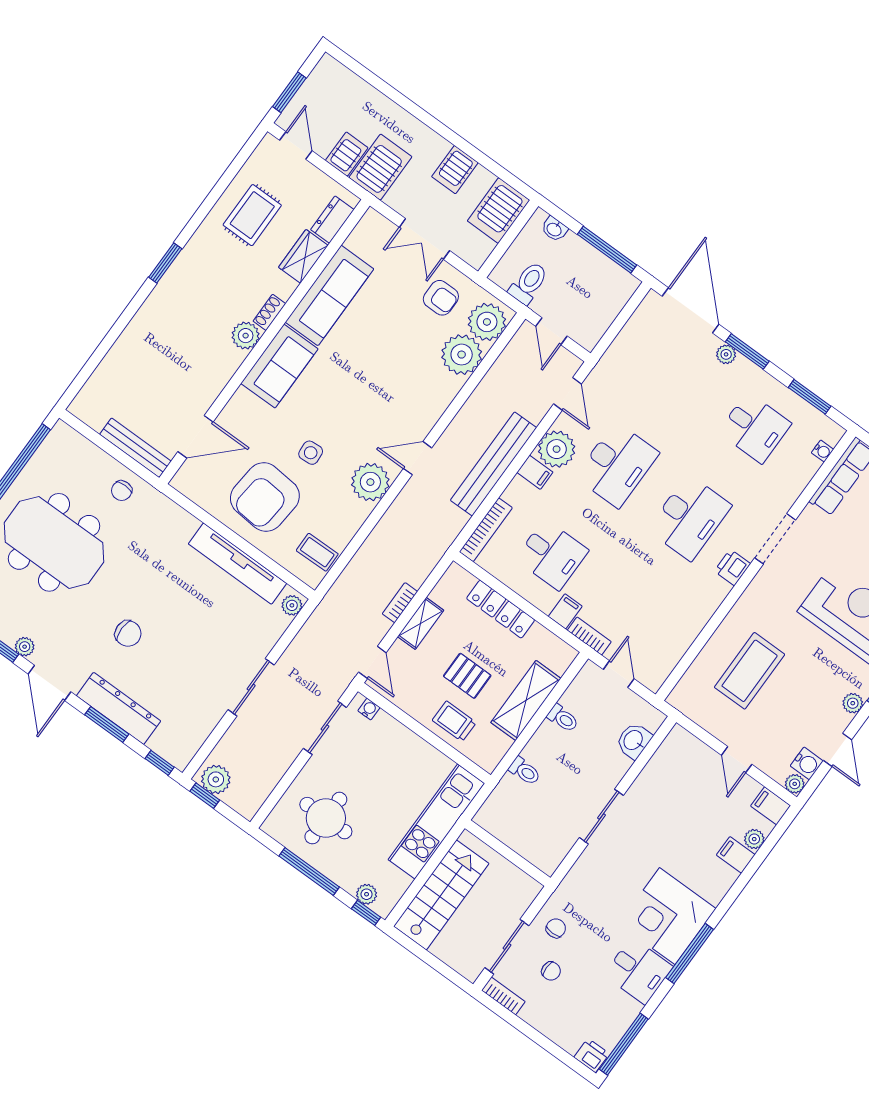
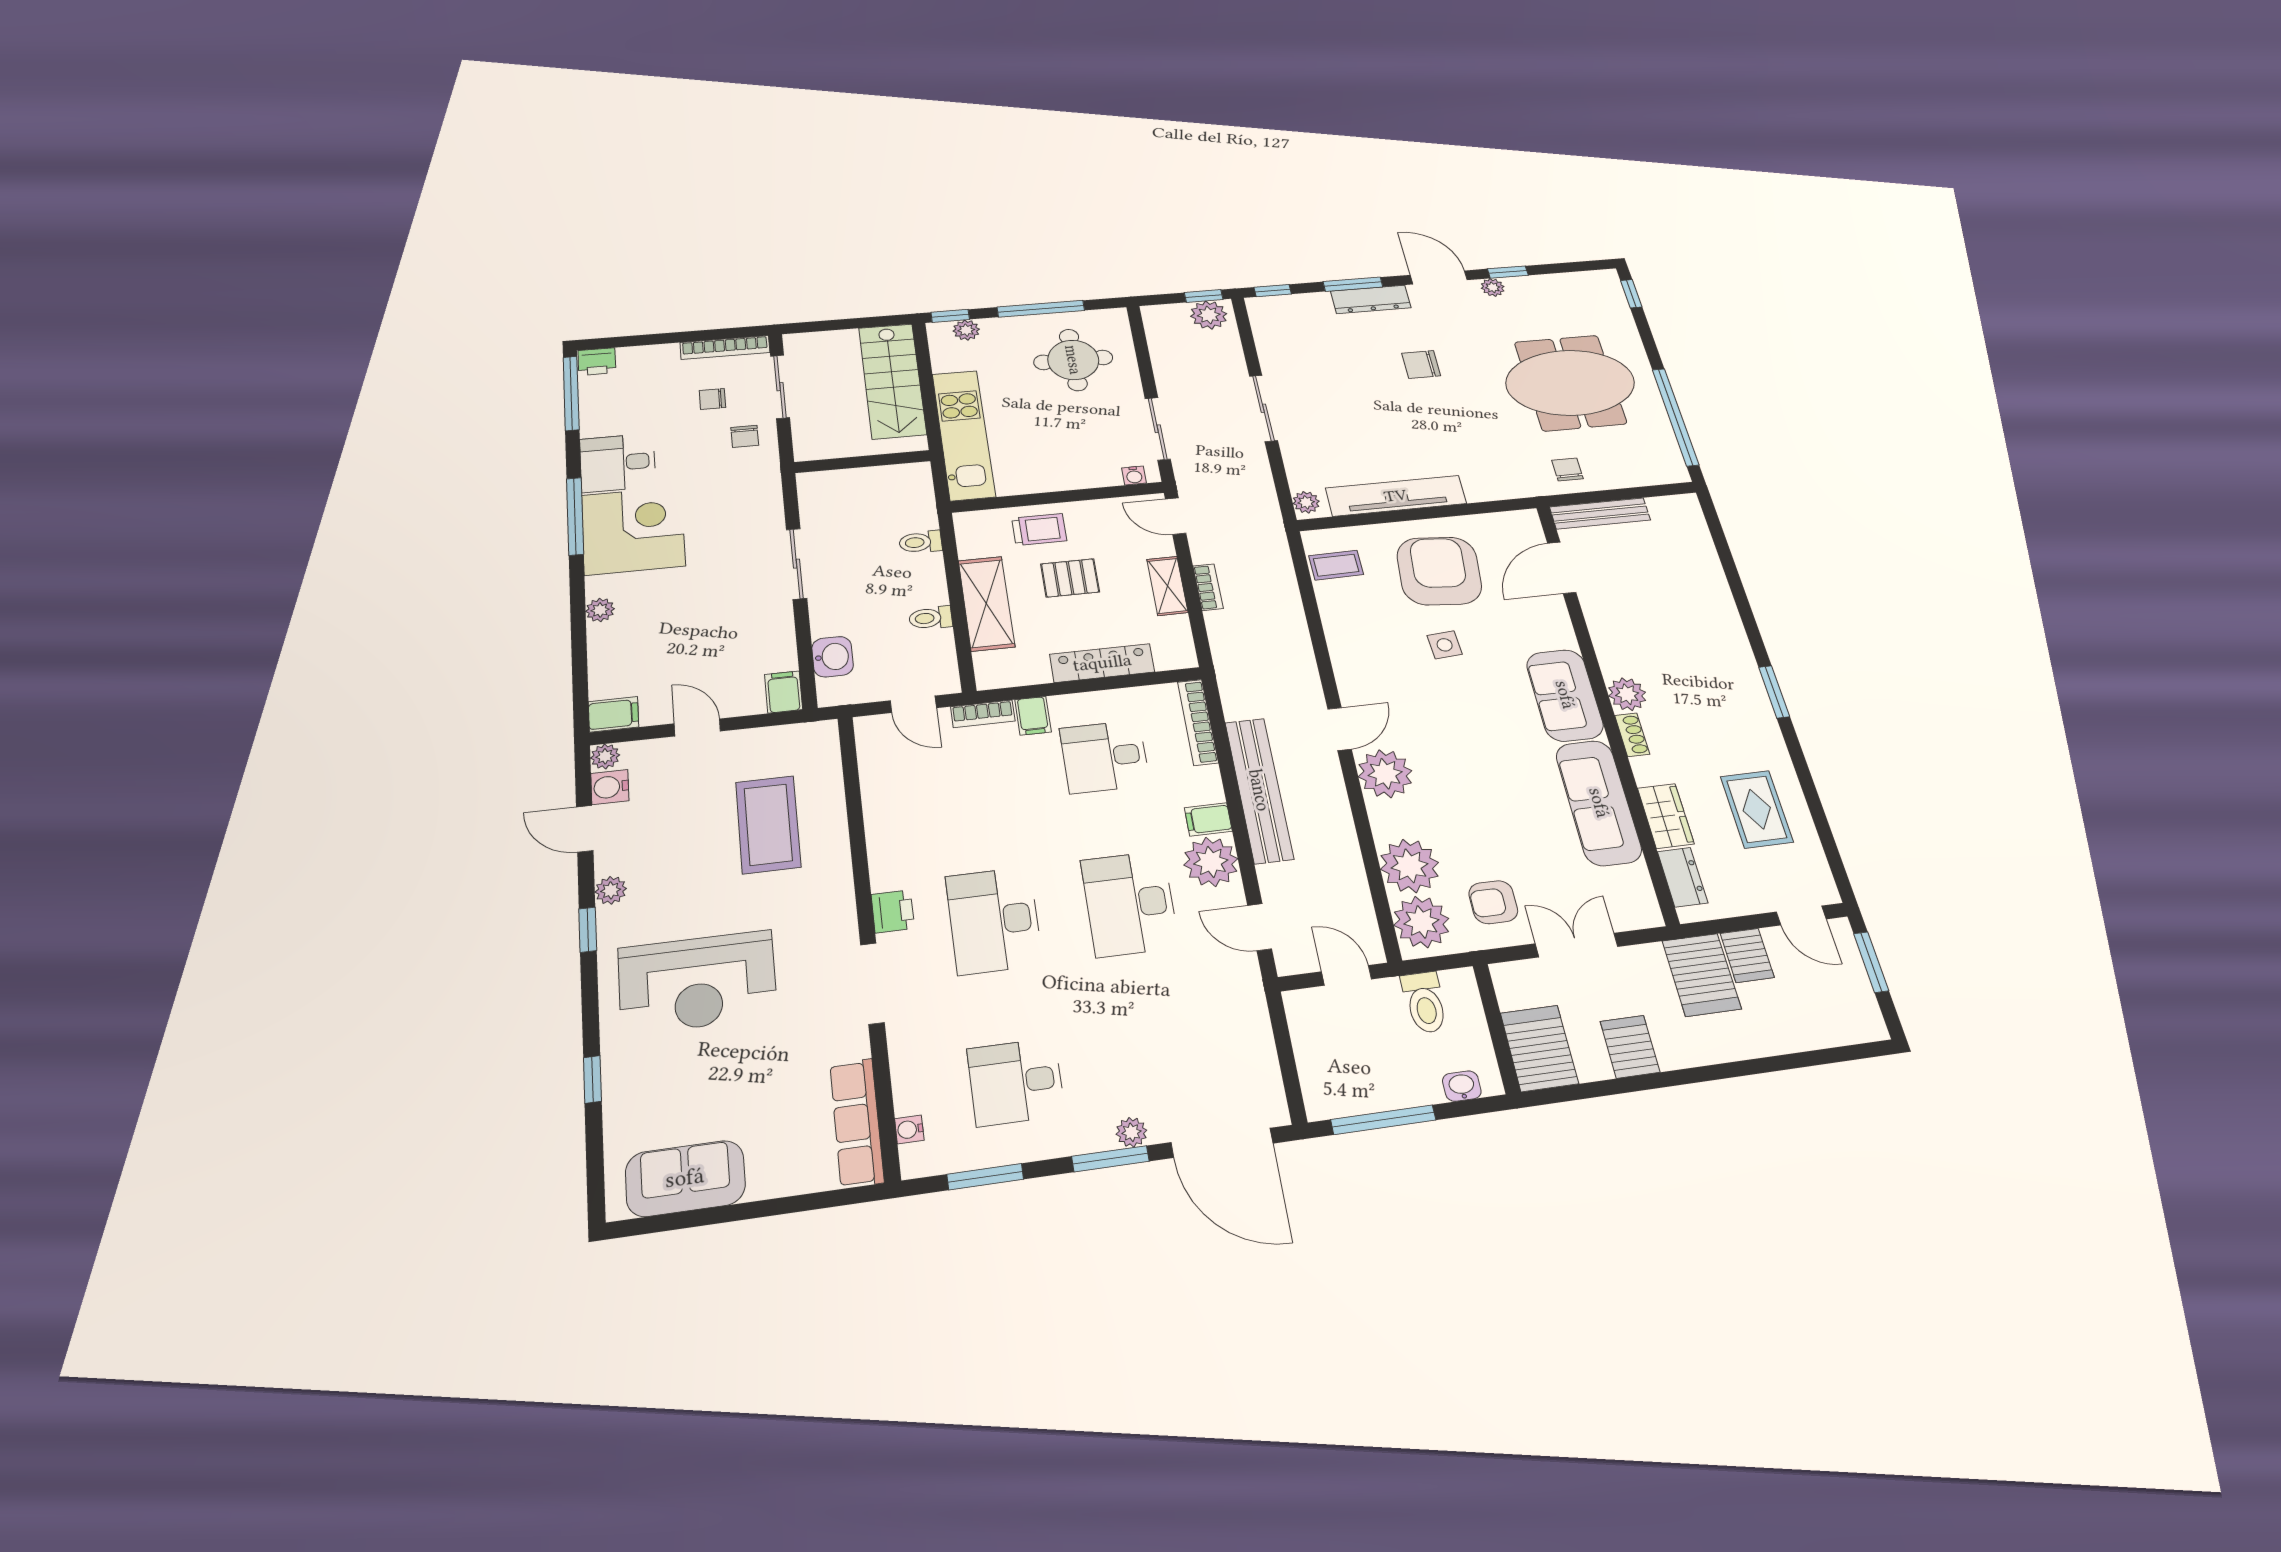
plant: (370, 482) -> (1385, 774), moved
dresser: (119, 708) -> (1371, 299), width x0.73, depth x0.80
plant: (754, 839) -> (600, 610), moved
filing cabinet: (736, 855) -> (784, 692), moved, turned -90
bookcase: (503, 996) -> (725, 347), width x1.56

